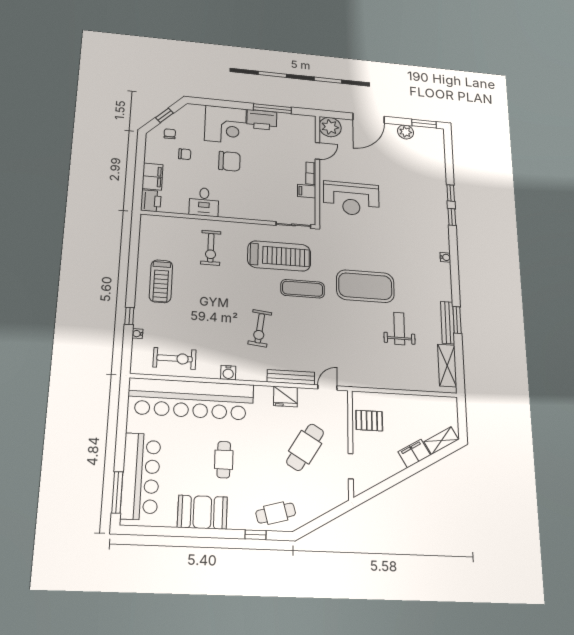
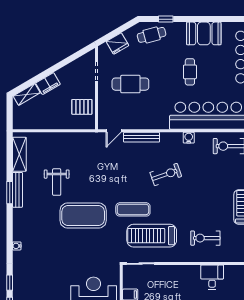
exercise bike: (211, 248) -> (205, 238), turned -90
exercise bike: (260, 328) -> (166, 174), turned 64
fridge: (285, 397) -> (117, 43), moved, turned 150
cafe table: (305, 447) -> (130, 84), turned 59

